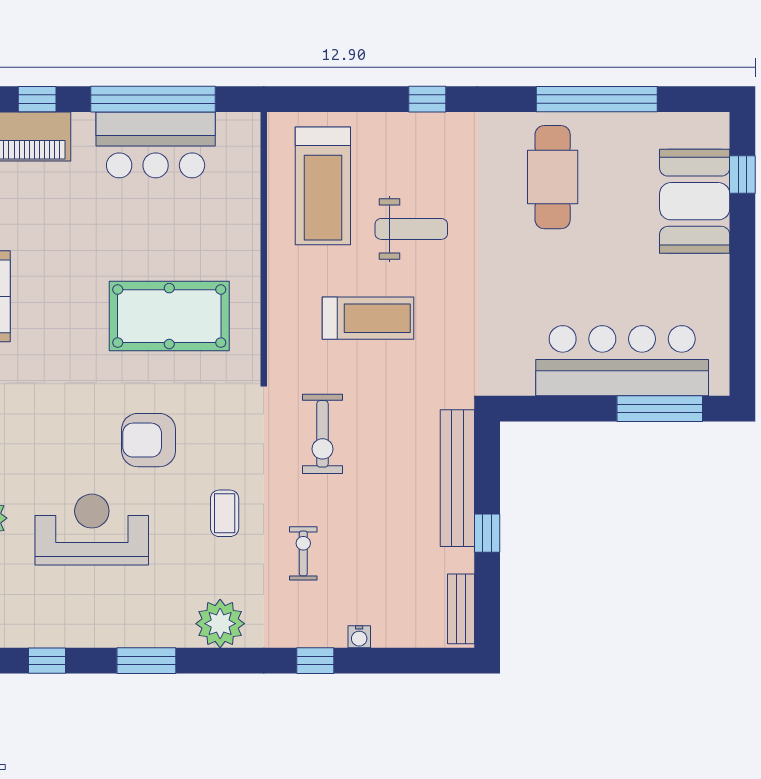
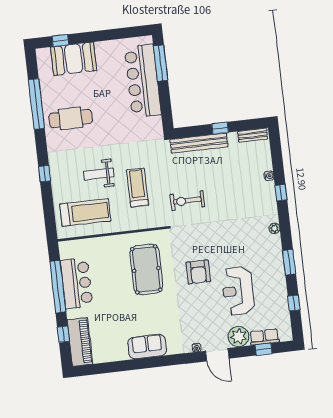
weight bench: (411, 229) -> (99, 174), turned -90
exercise bike: (322, 434) -> (187, 201), turned 180
coffee table: (225, 513) -> (225, 237), removed
exercise bike: (303, 553) -> (237, 203), removed
plant: (220, 624) -> (274, 228), width x0.53, depth x0.53

